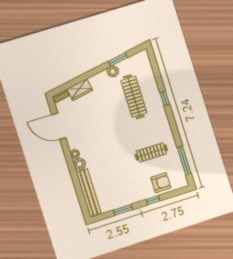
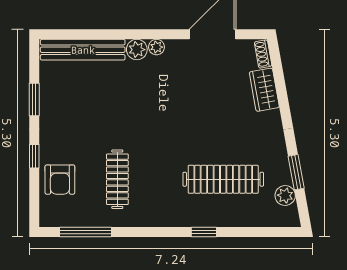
plant: (113, 71) -> (285, 196), moved

